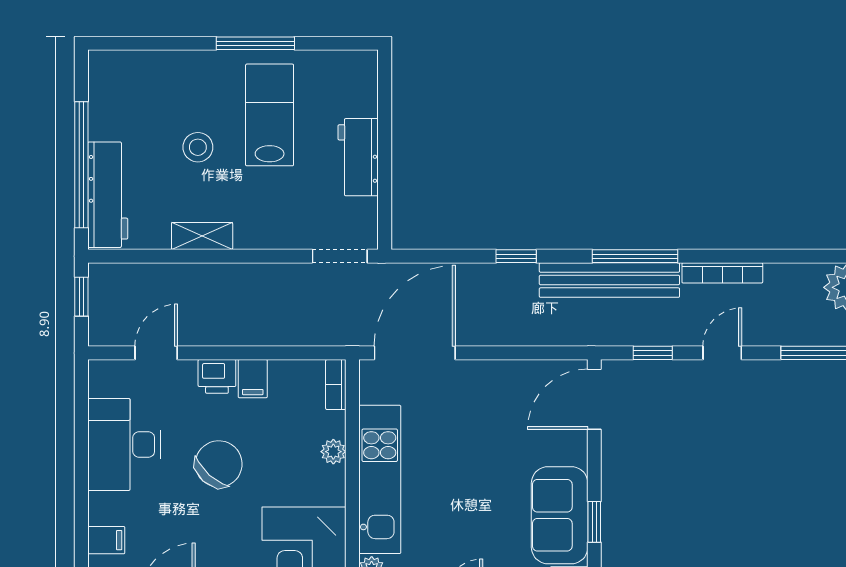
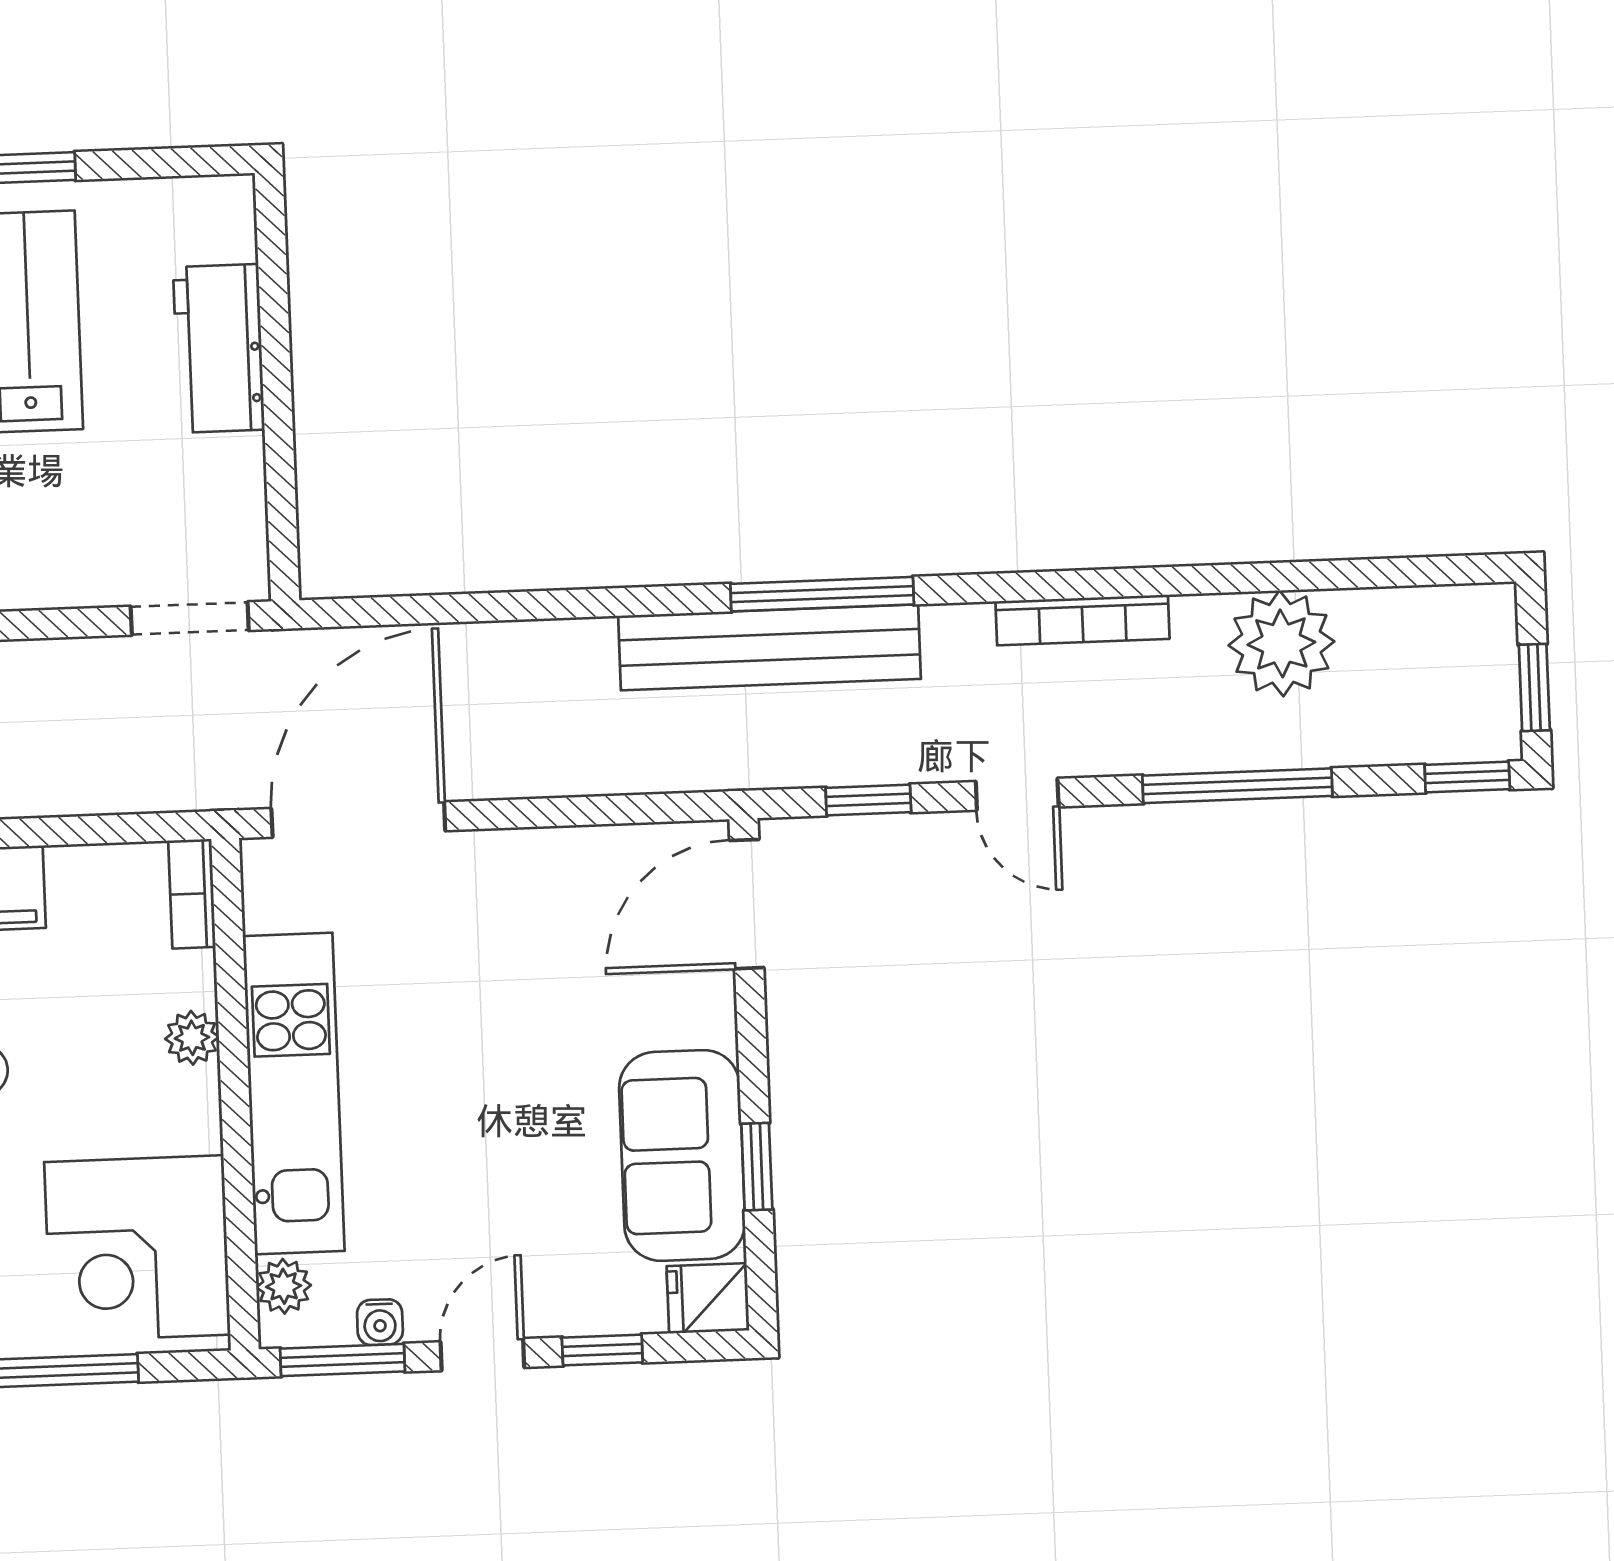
workbench: (358, 157) -> (219, 348), moved
window: (516, 256) -> (568, 604), removed
bookcase: (722, 273) -> (1082, 620), moved
door: (722, 353) -> (1017, 794), swing flipped

